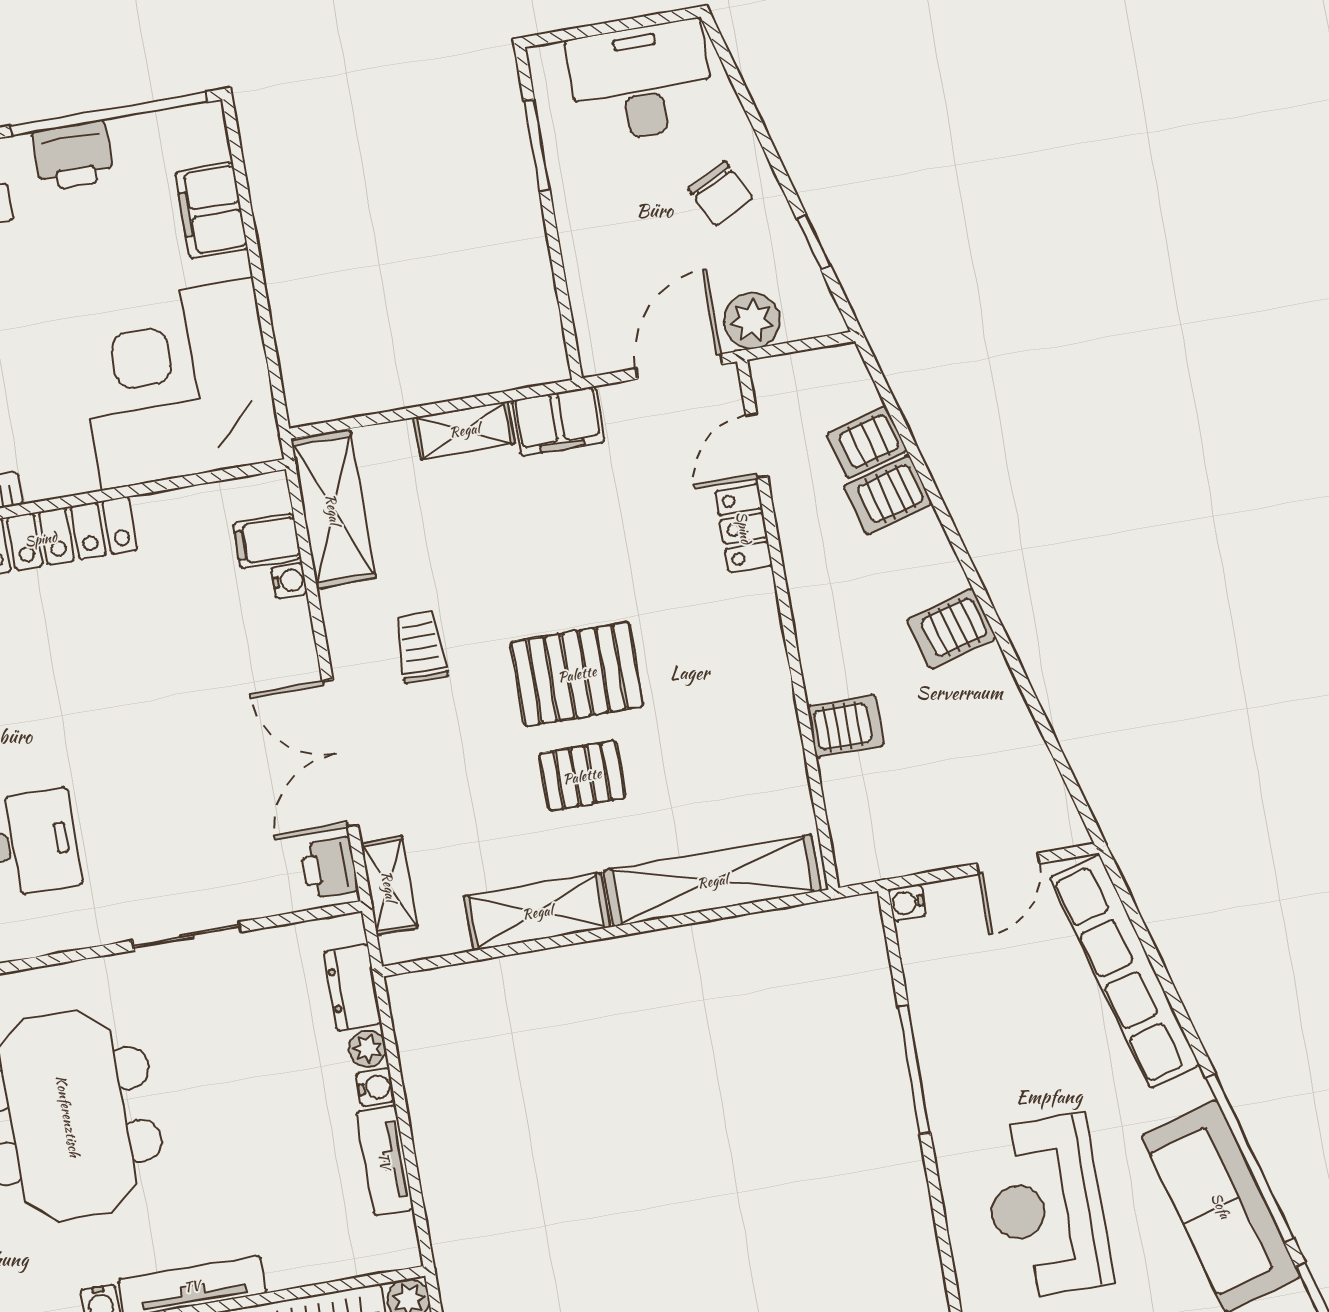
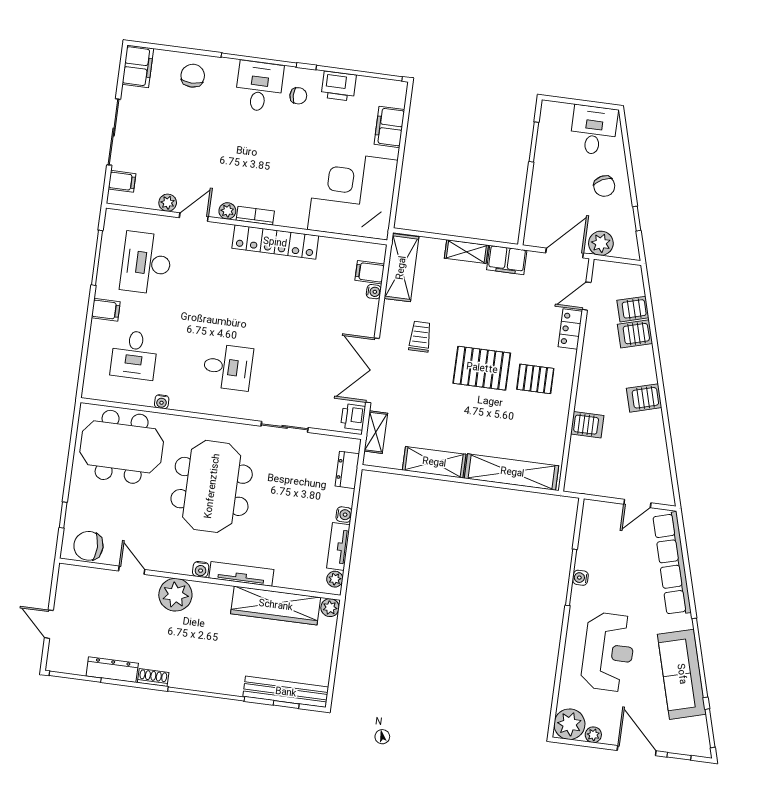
desk: (641, 82) -> (594, 130), width x0.73
pallet: (582, 776) -> (535, 379), moved
water cooler: (907, 903) -> (581, 578), moved
plant: (368, 1049) -> (335, 579), moved
reception desk: (1046, 1207) -> (608, 652), turned 180

